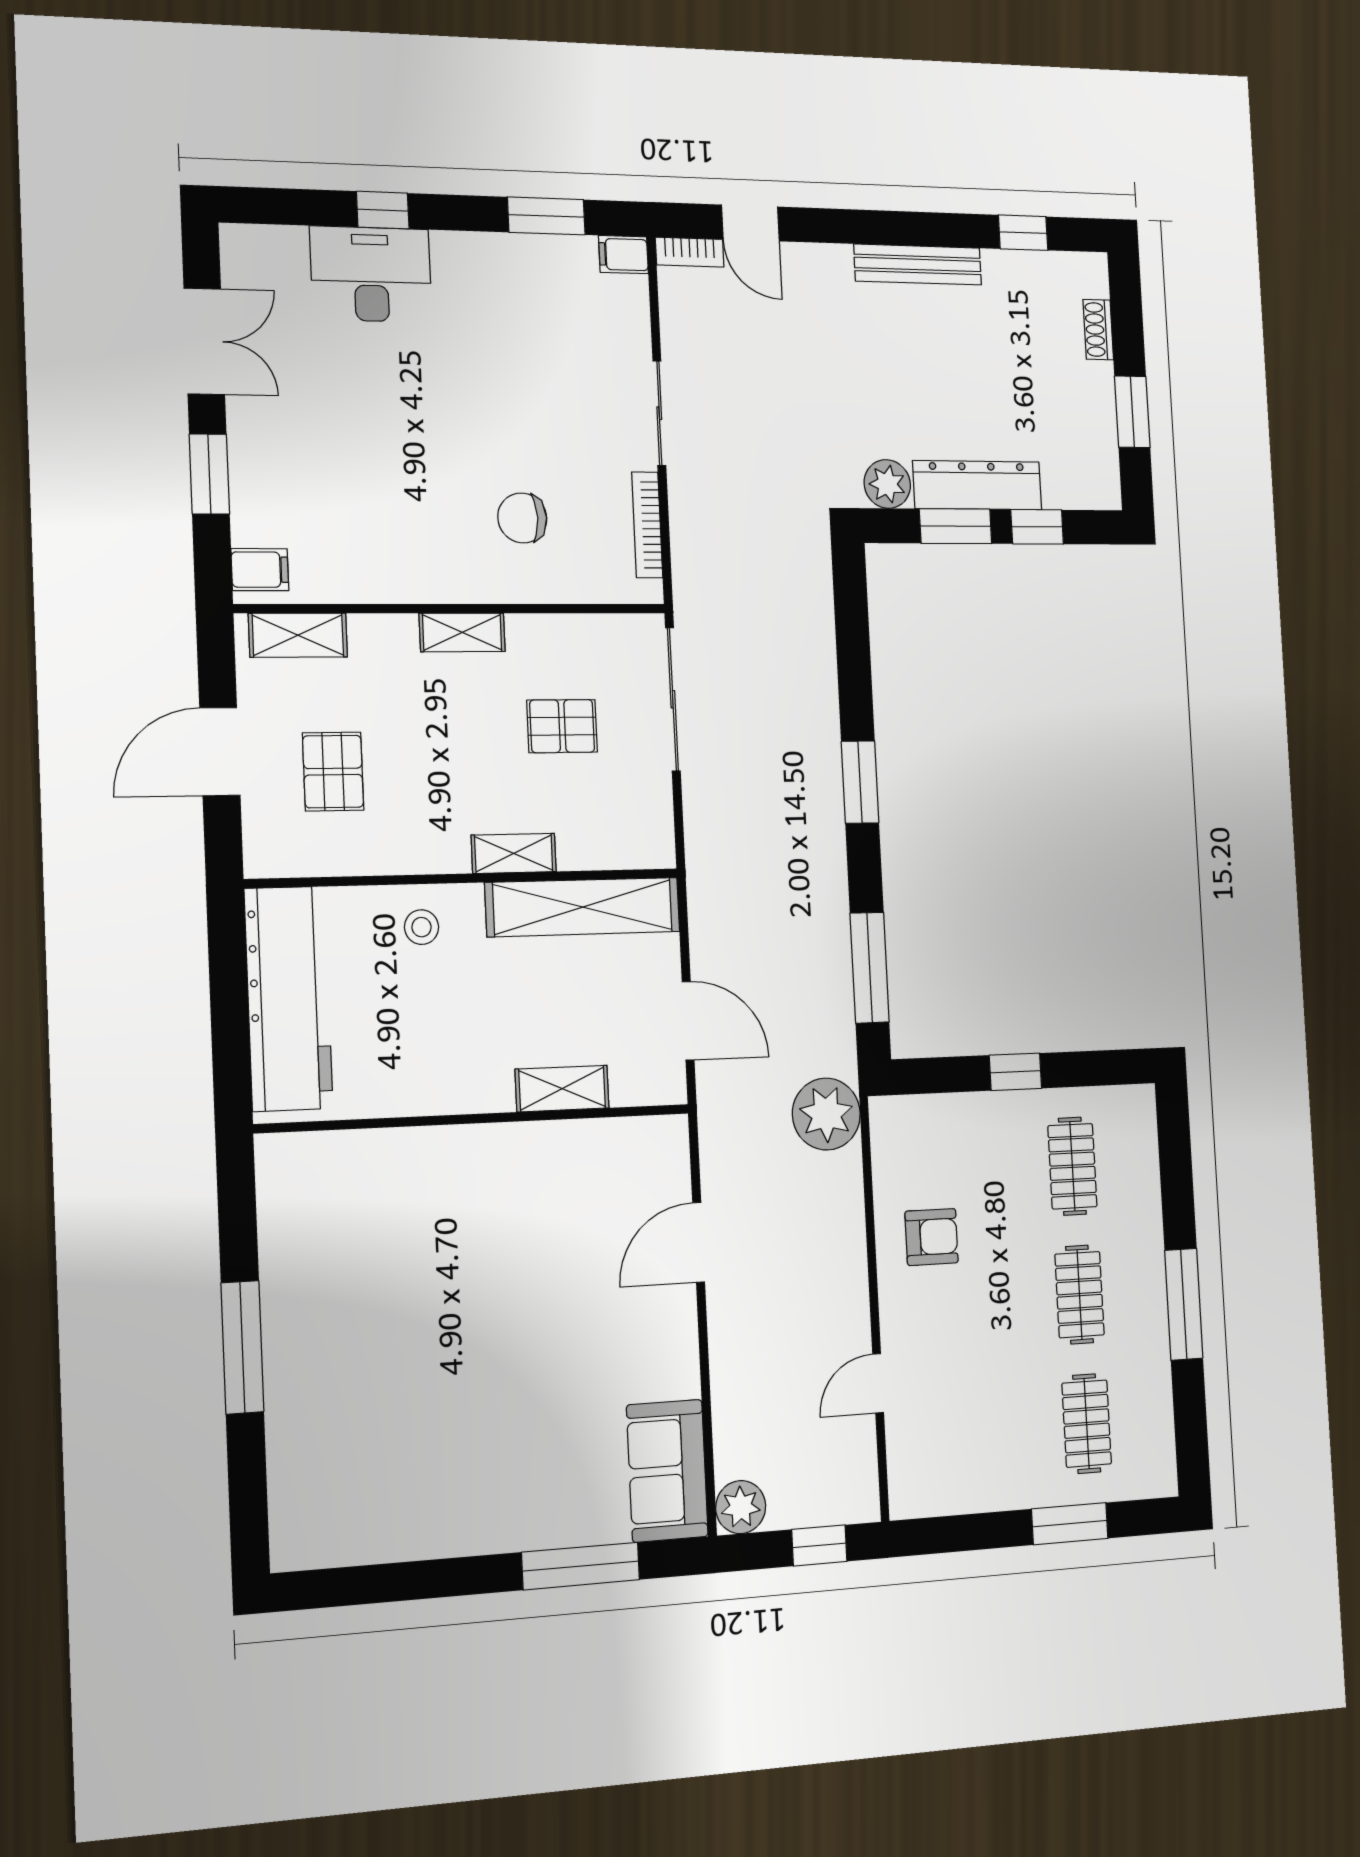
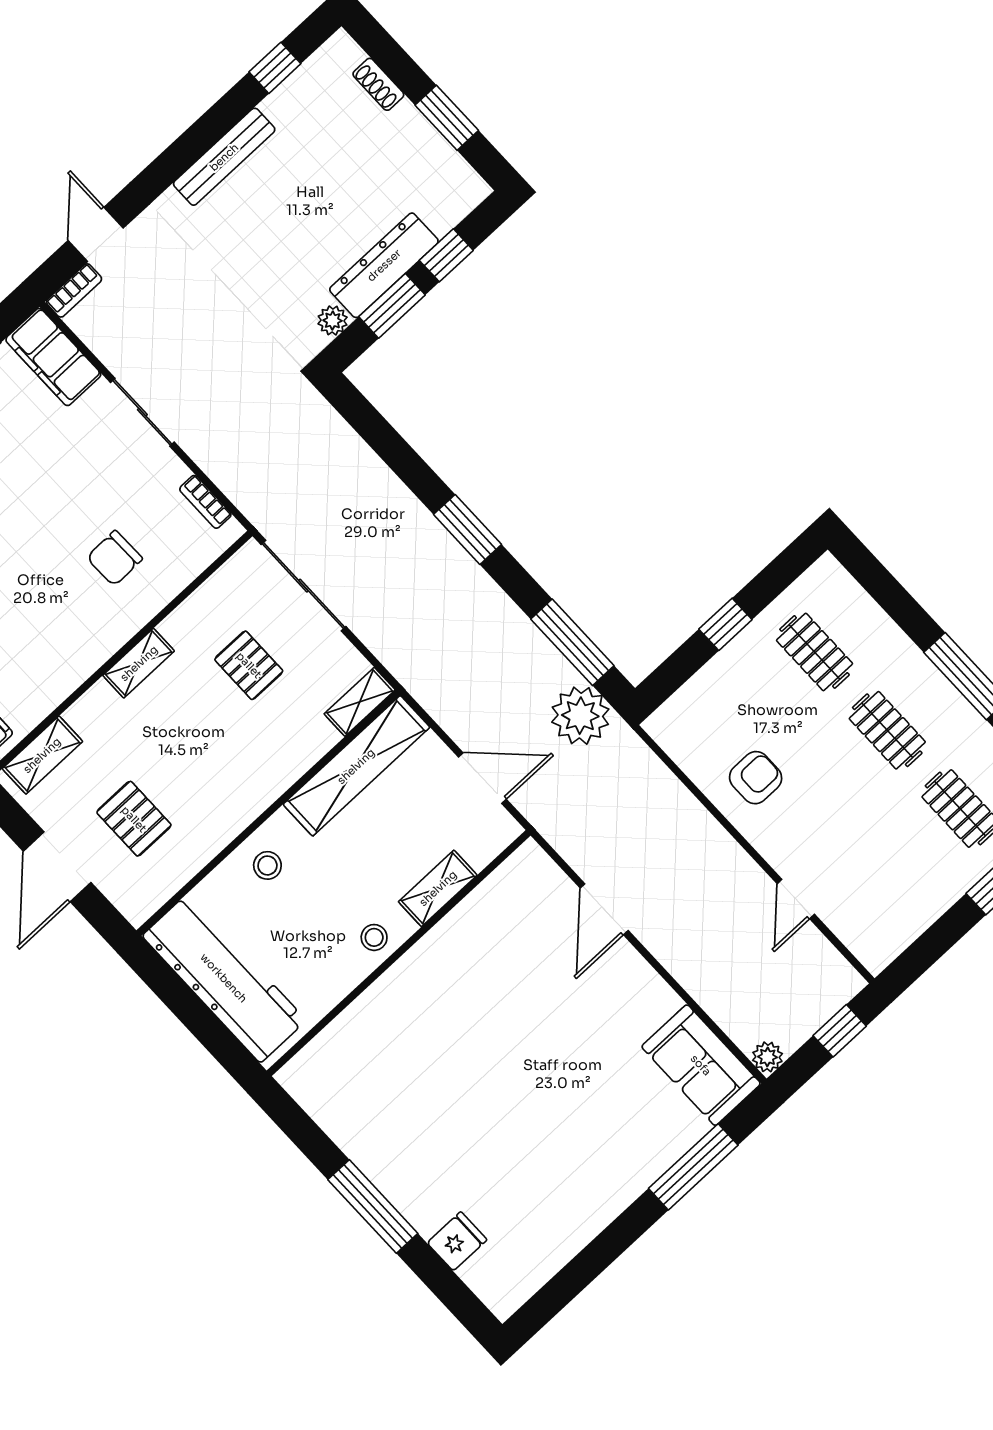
door: (750, 223) -> (96, 234), swing flipped
filing cabinet: (623, 255) -> (53, 357), width x3.00, depth x1.17
plant: (887, 484) -> (333, 321), width x0.73, depth x0.73
bookcase: (647, 525) -> (205, 502), width x0.64
pallet: (562, 726) -> (249, 665), turned 90
shelving: (514, 853) -> (360, 702), moved
stool: (464, 1083) -> (374, 937), added
plant: (826, 1114) -> (580, 716), moved
fridge: (295, 1452) -> (457, 1241), added
plant: (741, 1507) -> (767, 1057), width x0.73, depth x0.73

